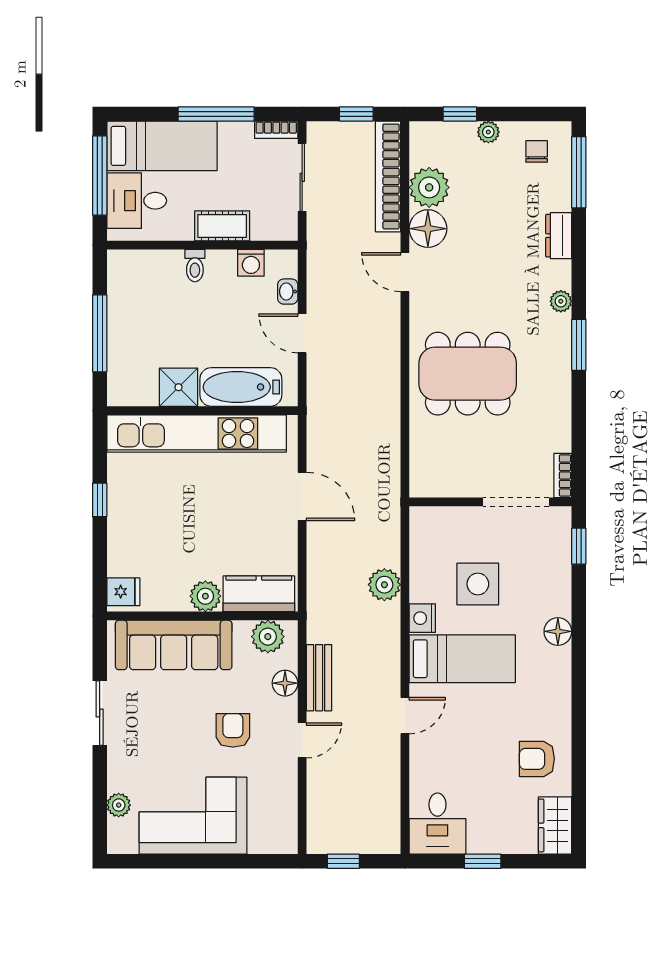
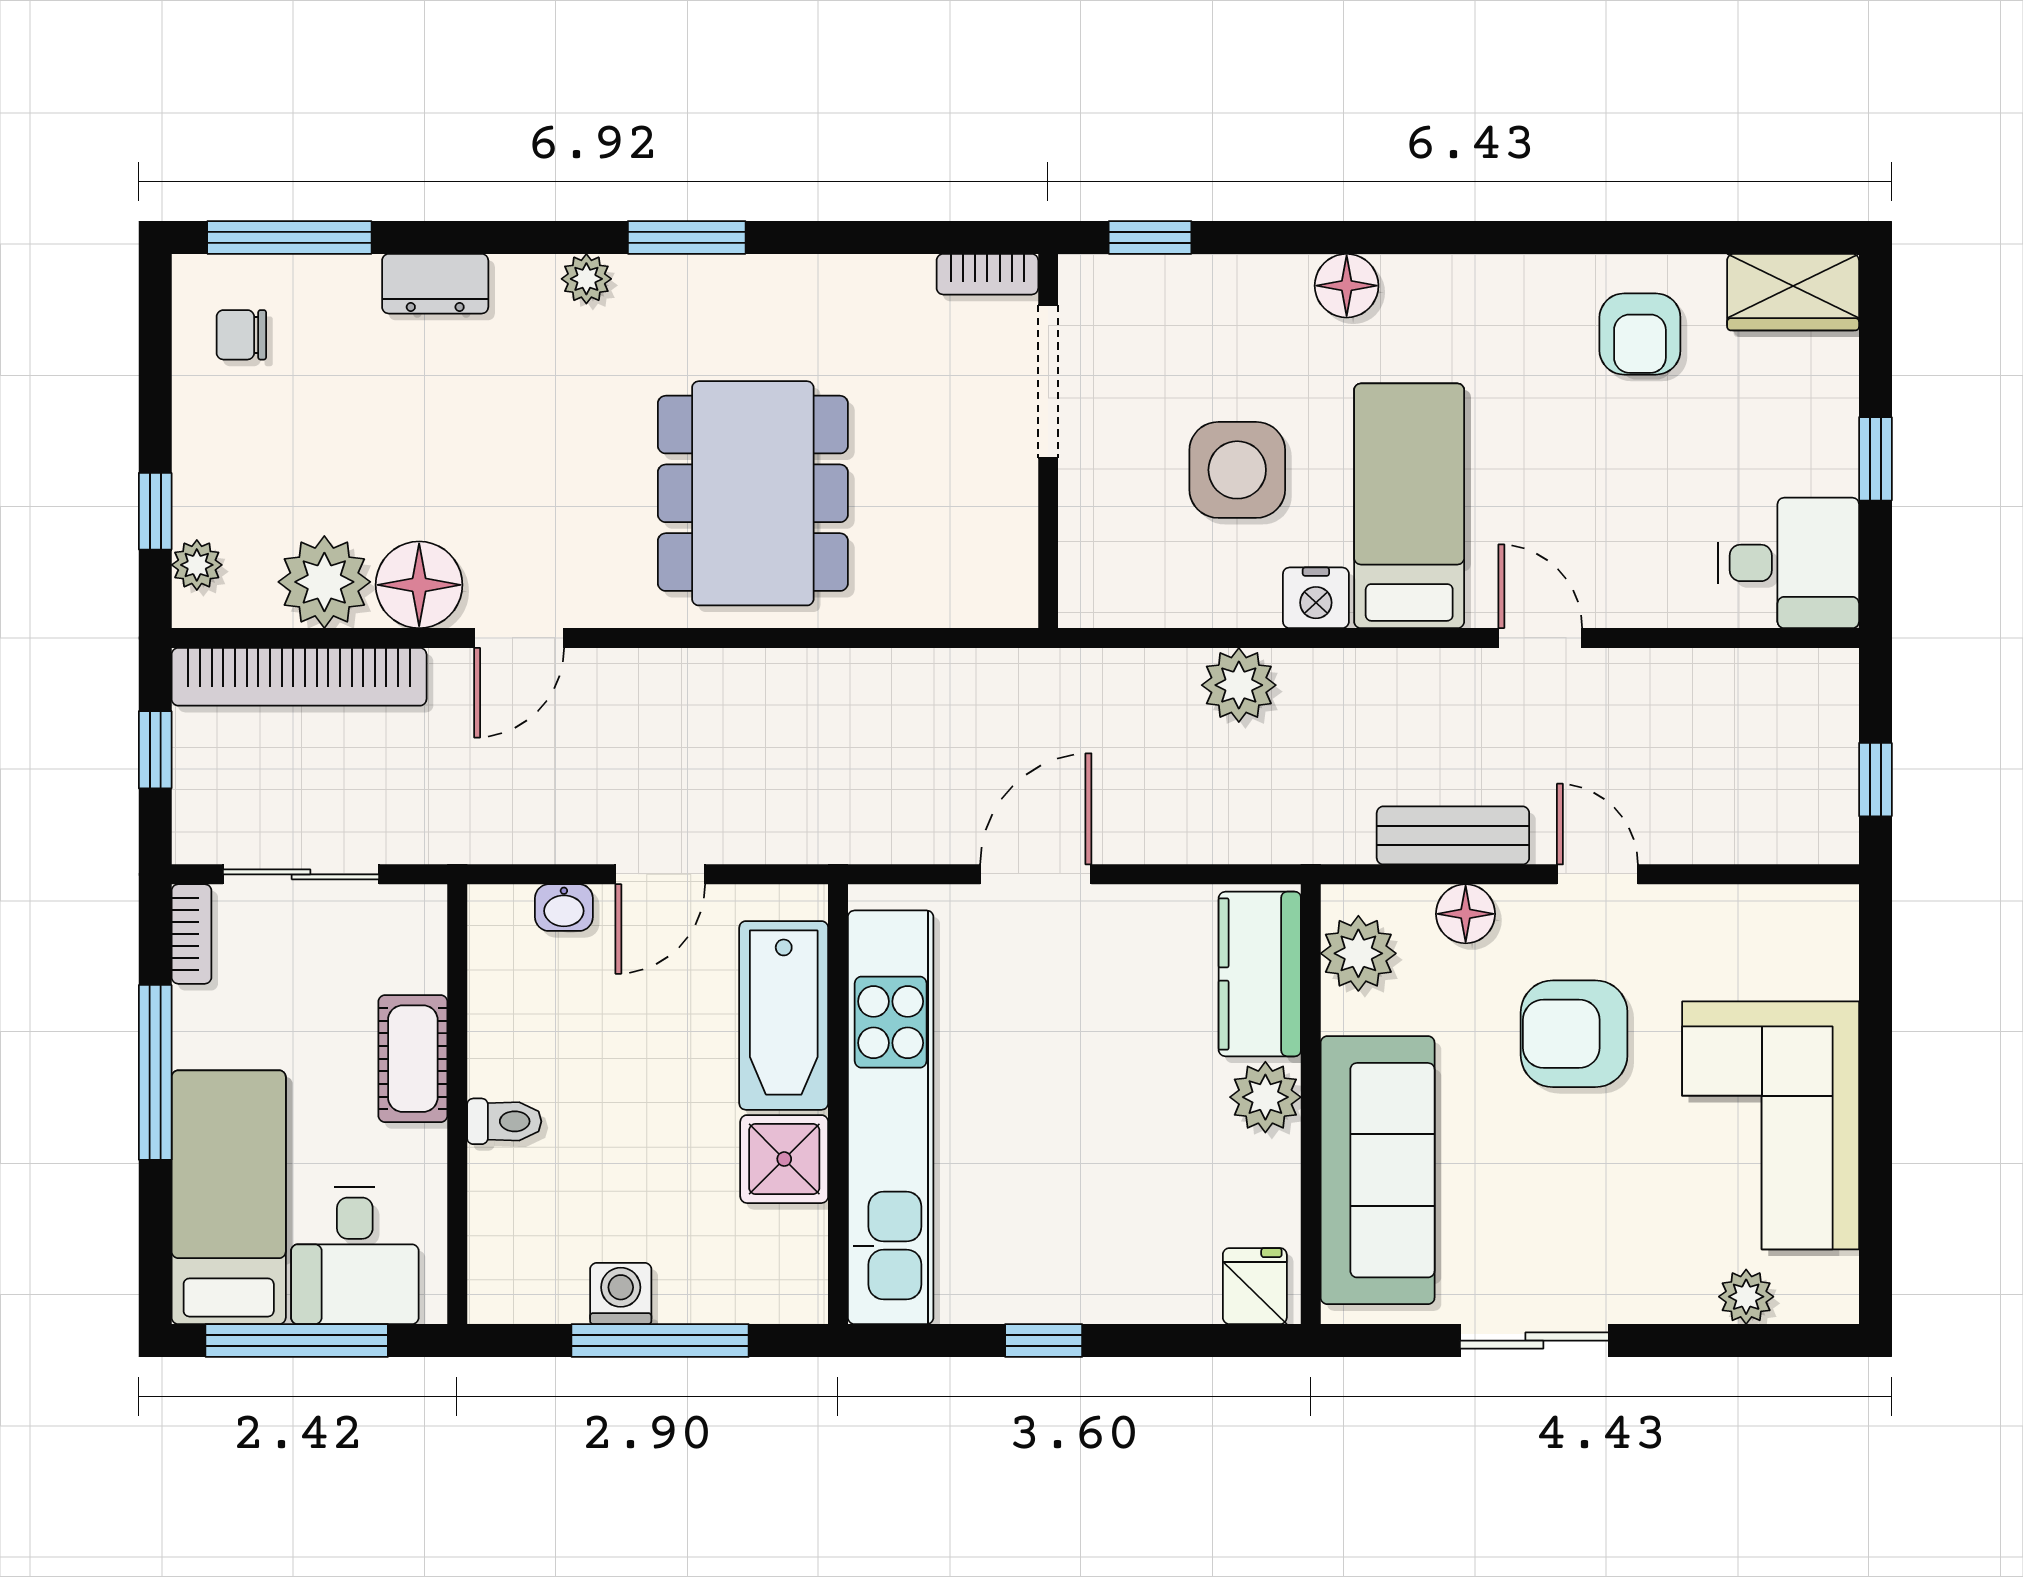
plant: (488, 132) -> (197, 565), moved
washing machine: (251, 263) -> (621, 1293), moved, turned -90
armchair: (233, 730) -> (1574, 1034), width x1.38, depth x1.38

